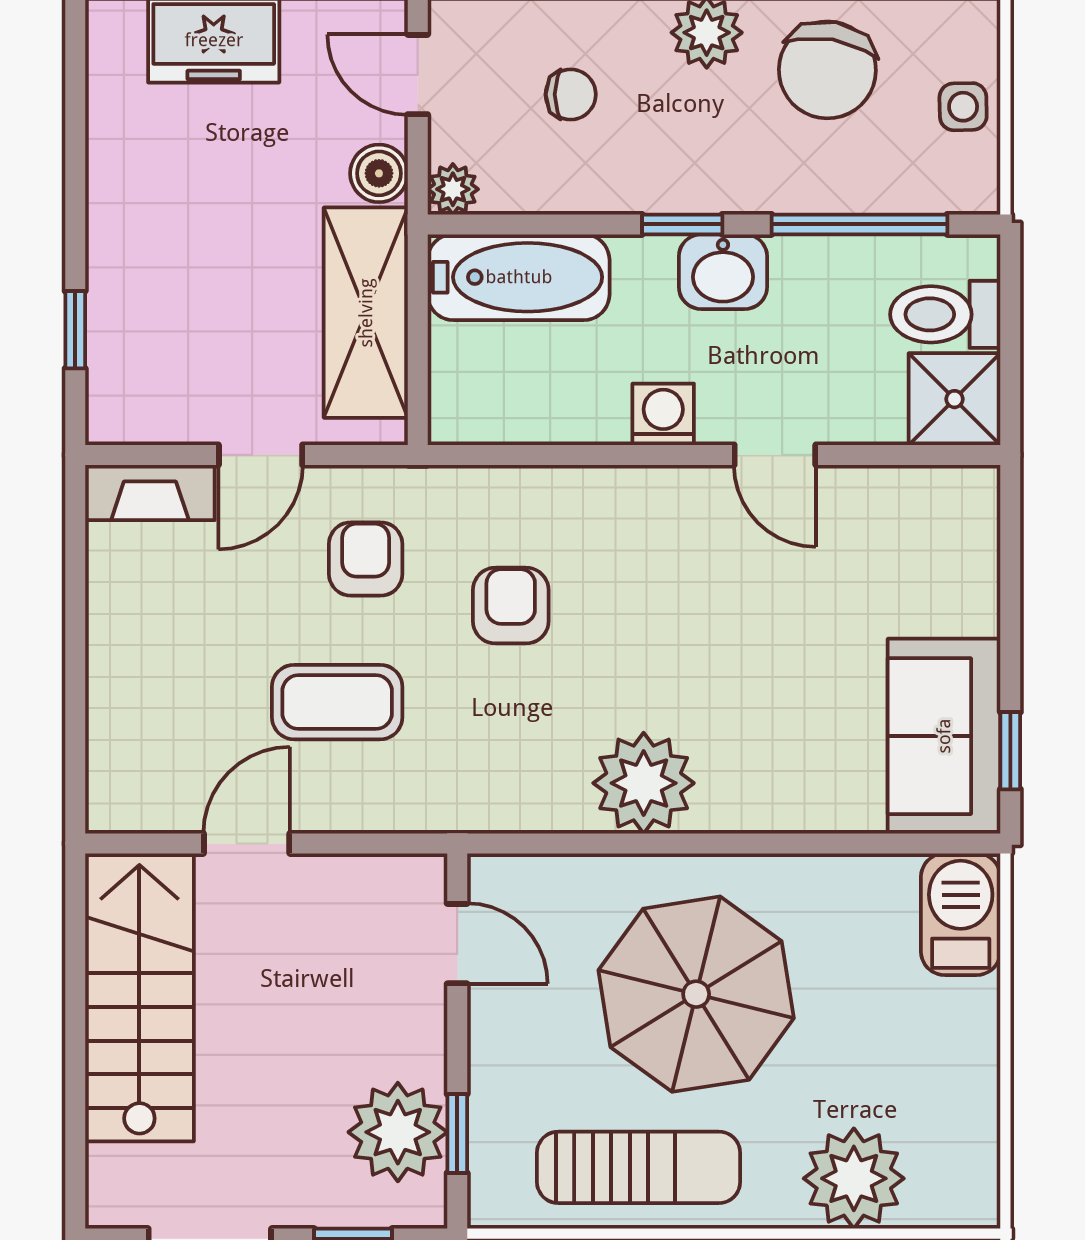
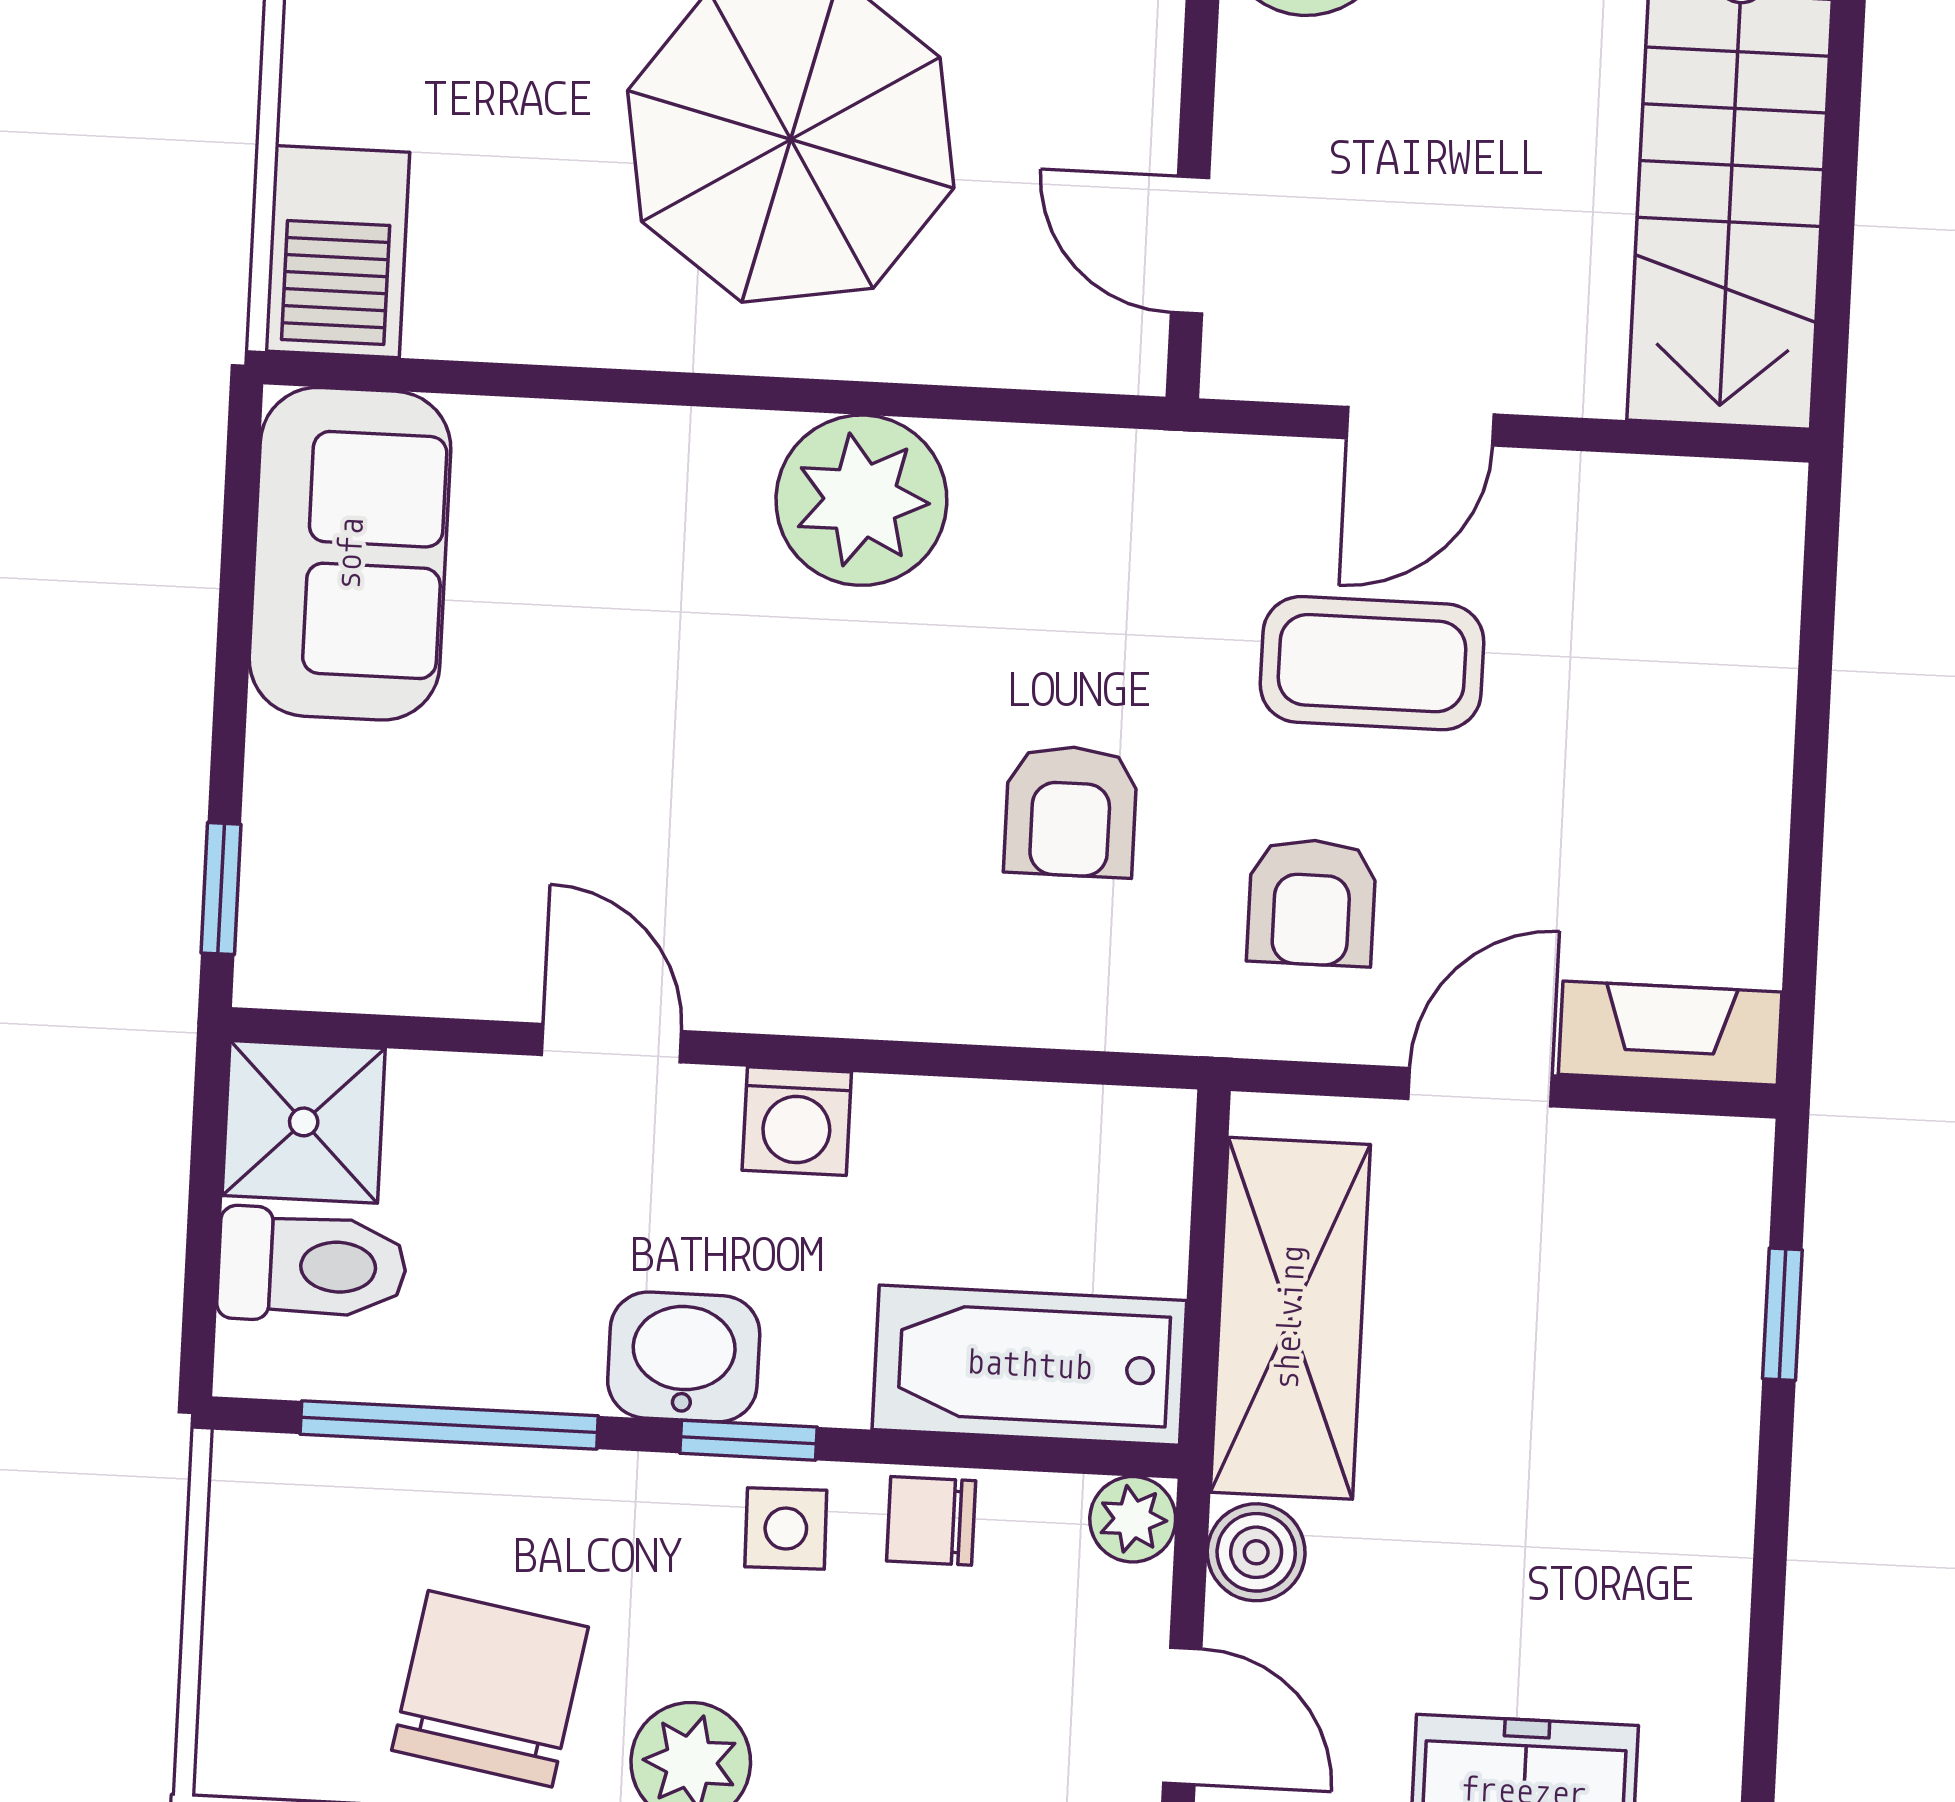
chair: (571, 94) -> (931, 1521), moved
side table: (963, 107) -> (786, 1529), moved
window: (1010, 751) -> (221, 889), moved
door: (247, 843) -> (1420, 426), moved

